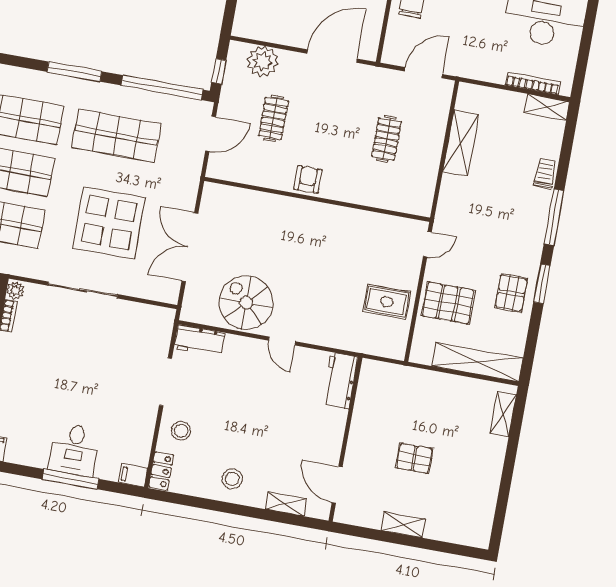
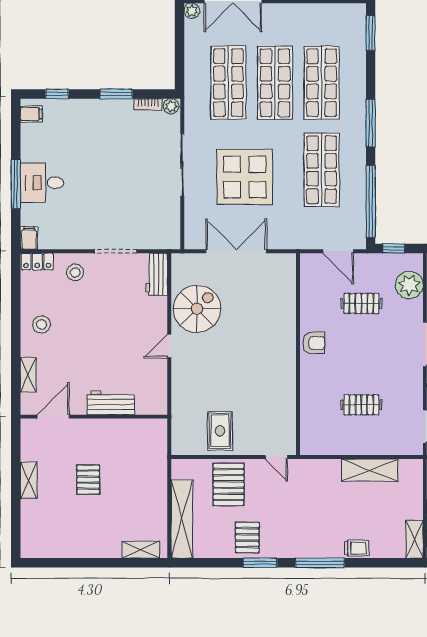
pallet: (511, 293) -> (247, 538), turned 90
workbench: (340, 381) -> (111, 403), moved

